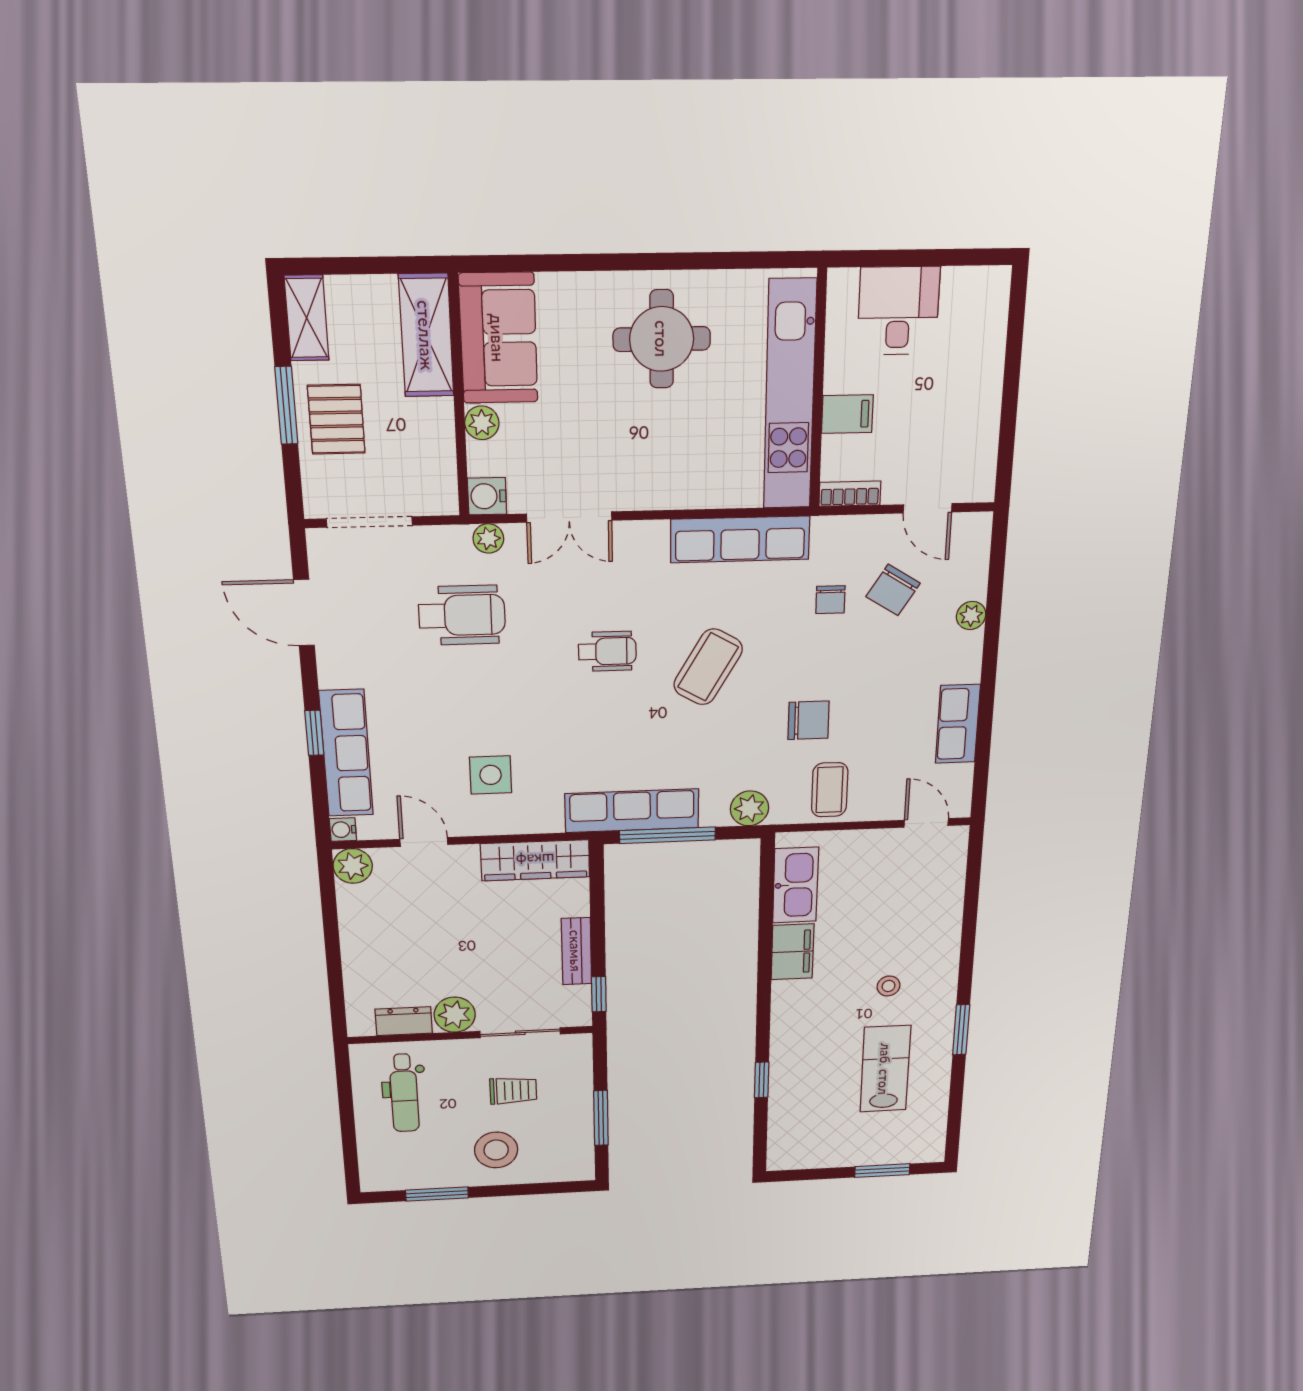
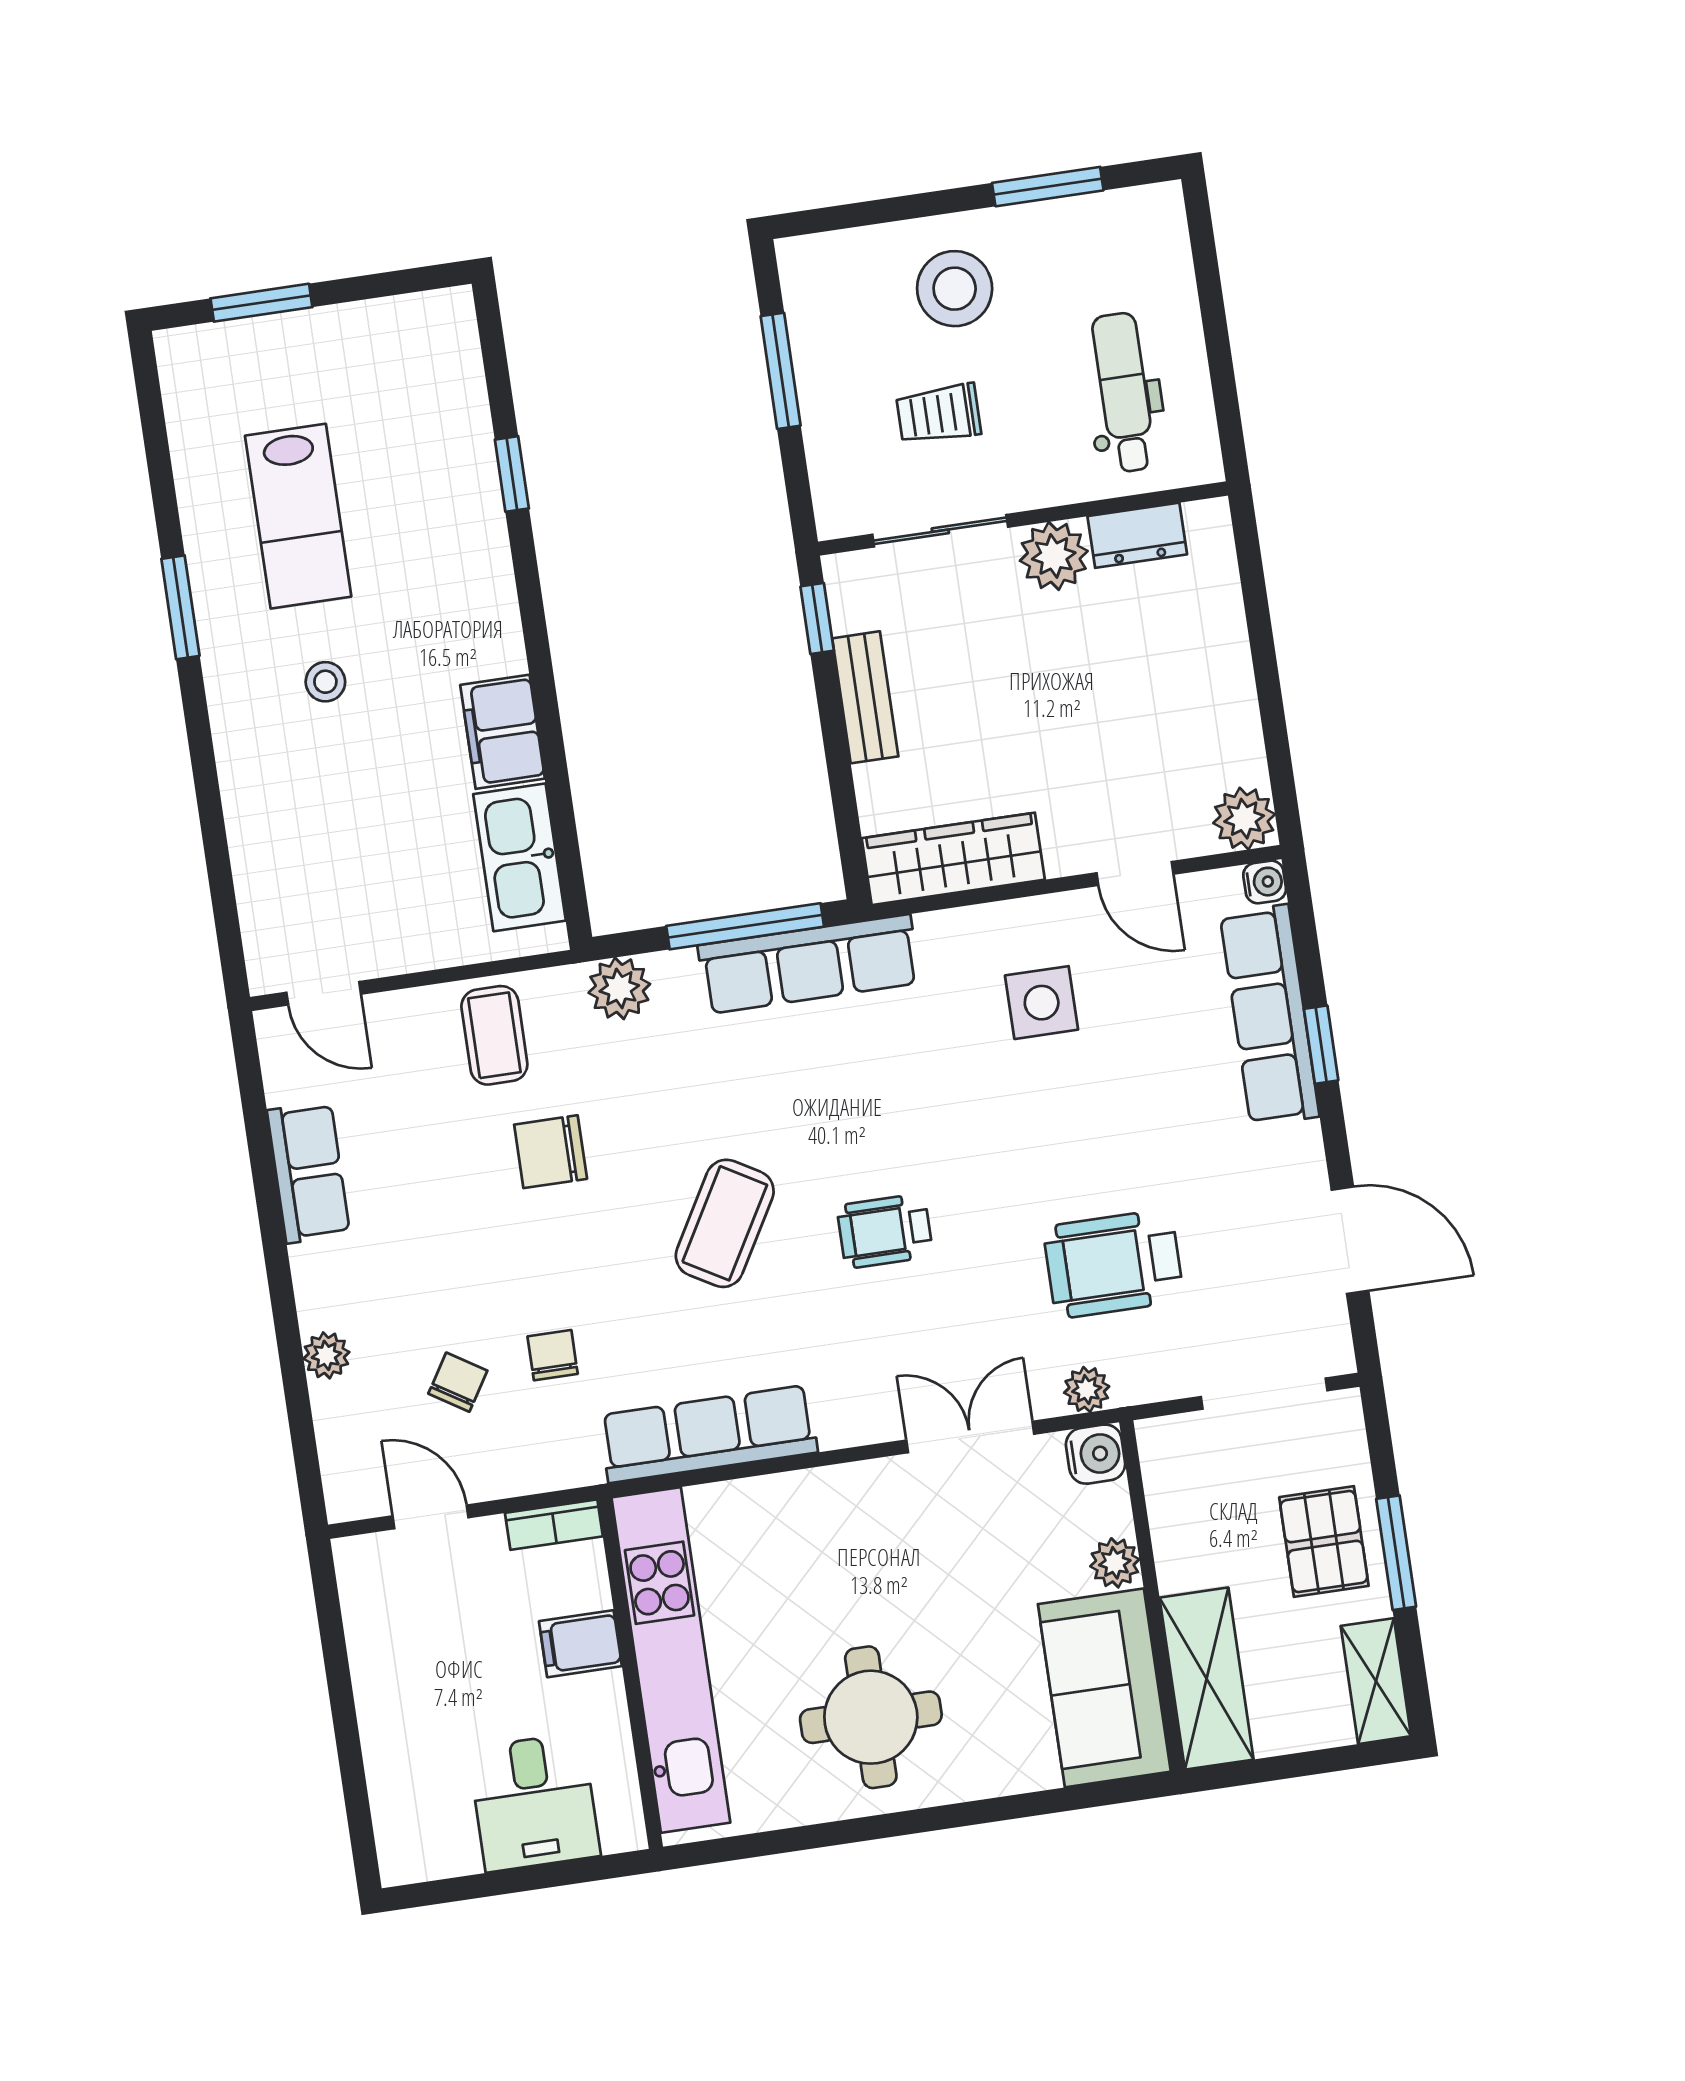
chair: (893, 590) -> (458, 1382), width x0.73, depth x0.73

